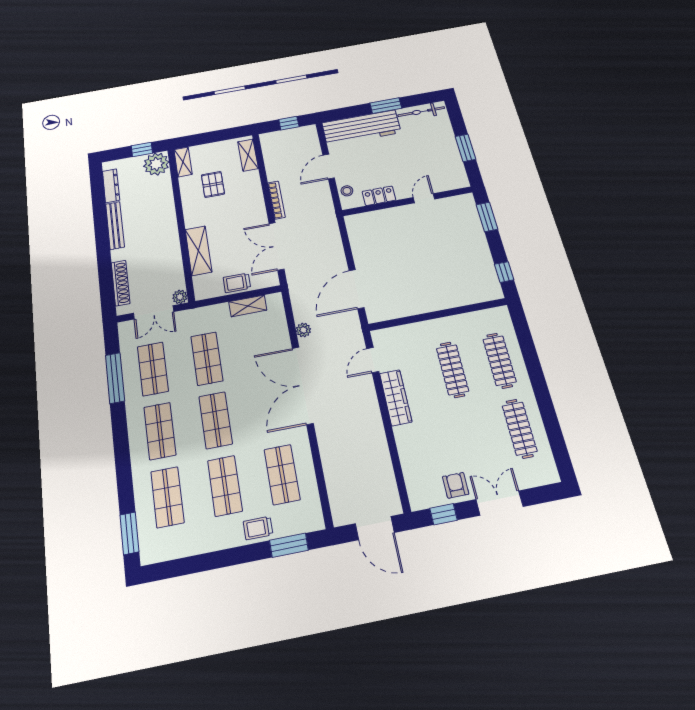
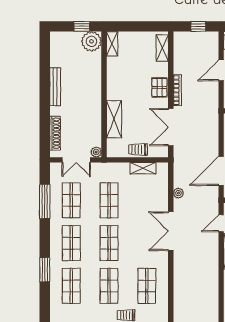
pallet: (213, 184) -> (159, 87), moved
dresser: (111, 186) -> (55, 53), removed
double door: (303, 385) -> (171, 231), width x0.73
window: (129, 533) -> (45, 270), moved

